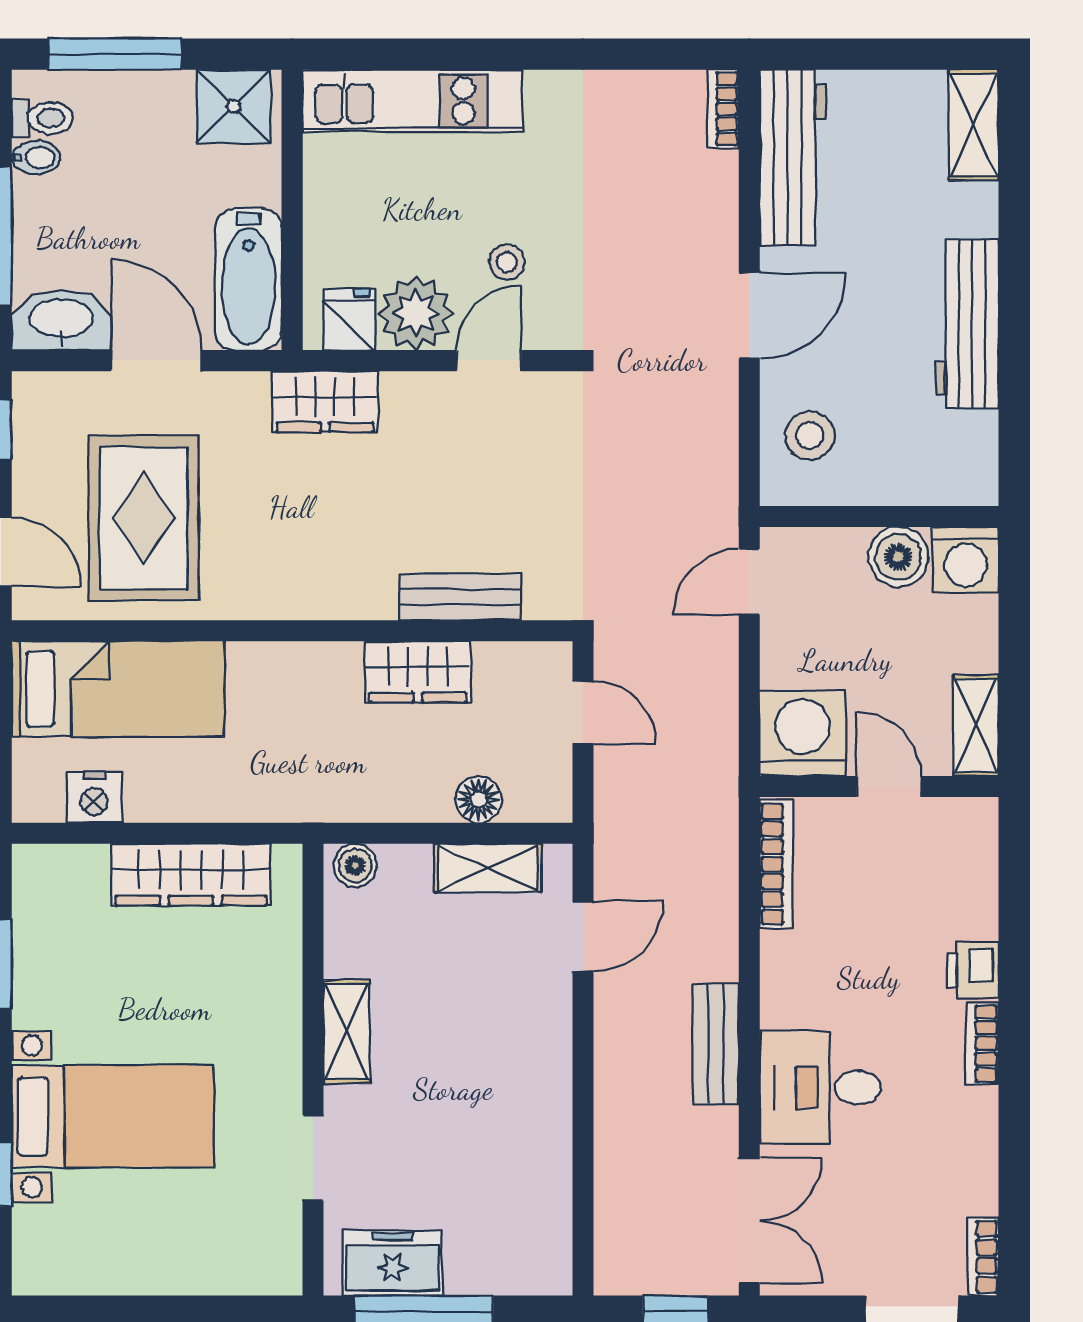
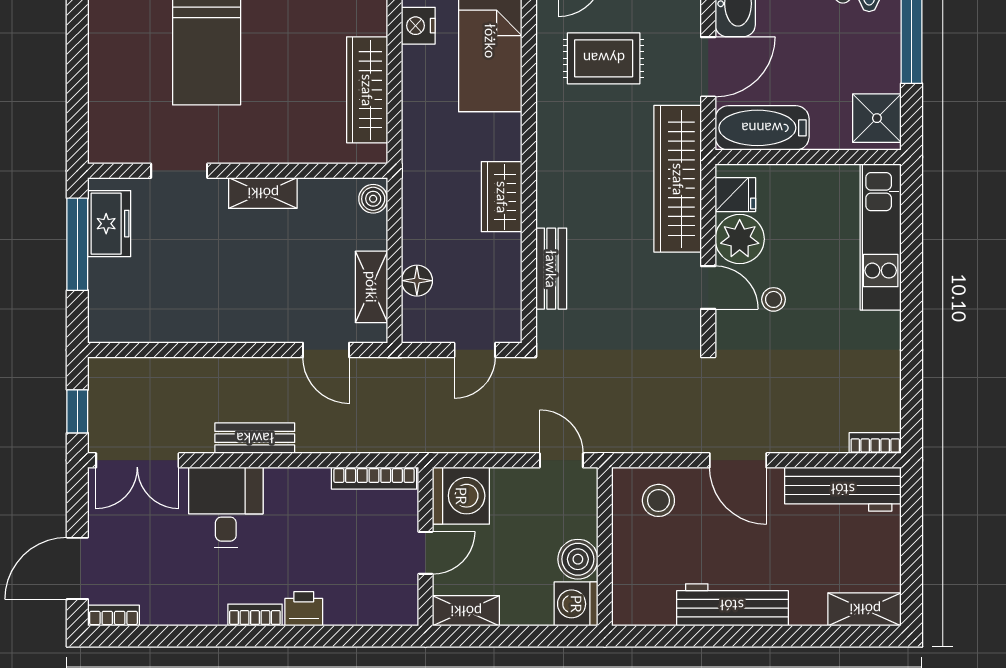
wardrobe: (325, 402) -> (678, 179), width x2.10, depth x1.17
rug: (144, 518) -> (604, 58), width x0.73, depth x0.70
wardrobe: (418, 672) -> (502, 197), moved

